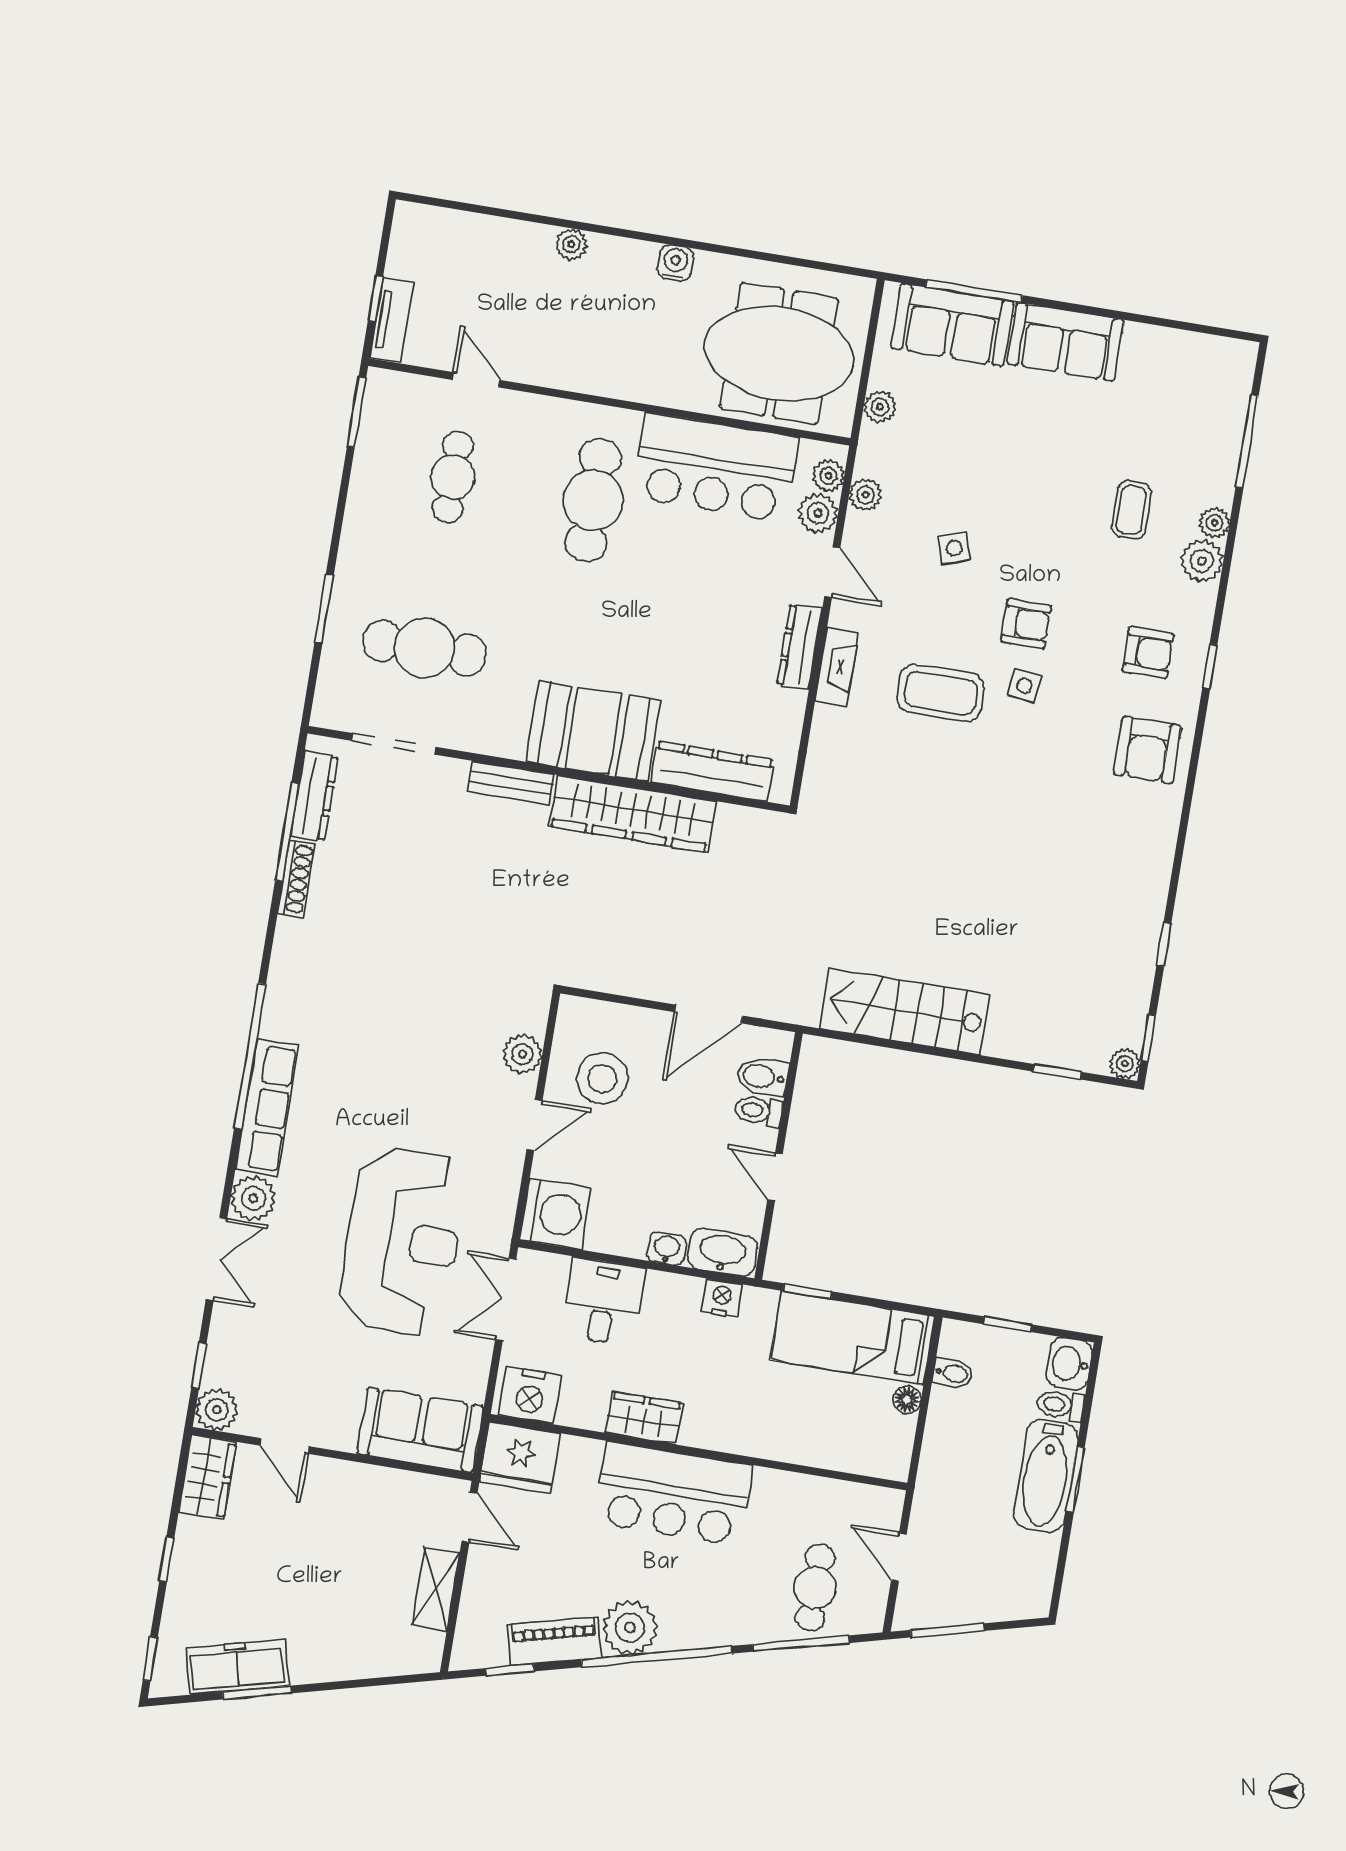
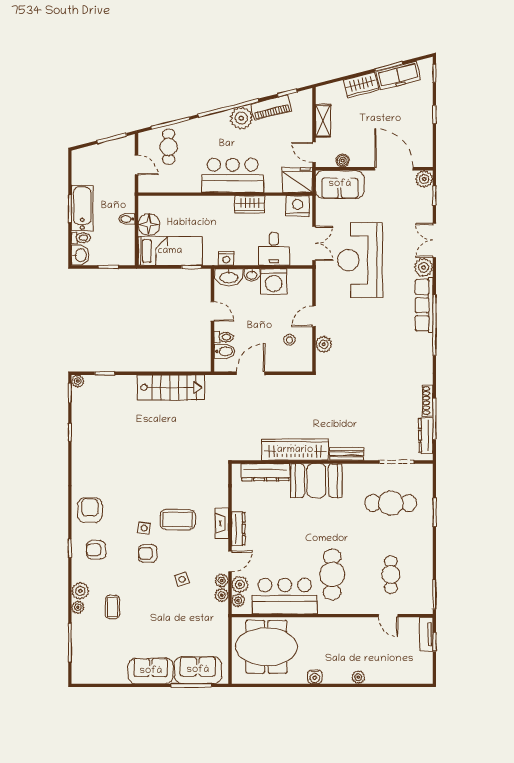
plant: (880, 407) -> (222, 580), moved
door: (832, 572) -> (230, 561), swing flipped
stool: (602, 1078) -> (289, 340), width x0.53, depth x0.53
washing machine: (555, 1214) -> (274, 282), moved, turned -90
bidet: (953, 1373) -> (127, 219), moved
floor lamp: (907, 1400) -> (149, 224), width x1.89, depth x1.89
door: (285, 1446) -> (394, 169), width x1.87
wardrobe: (207, 1477) -> (361, 85), moved, turned -105
boiler: (404, 1486) -> (343, 161), added

